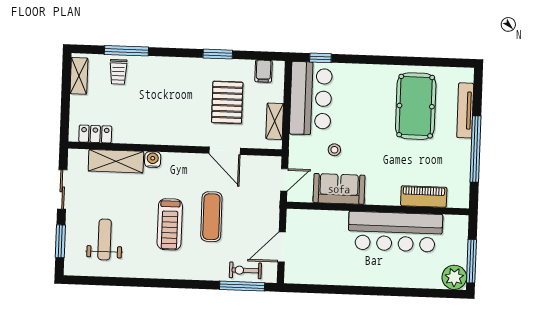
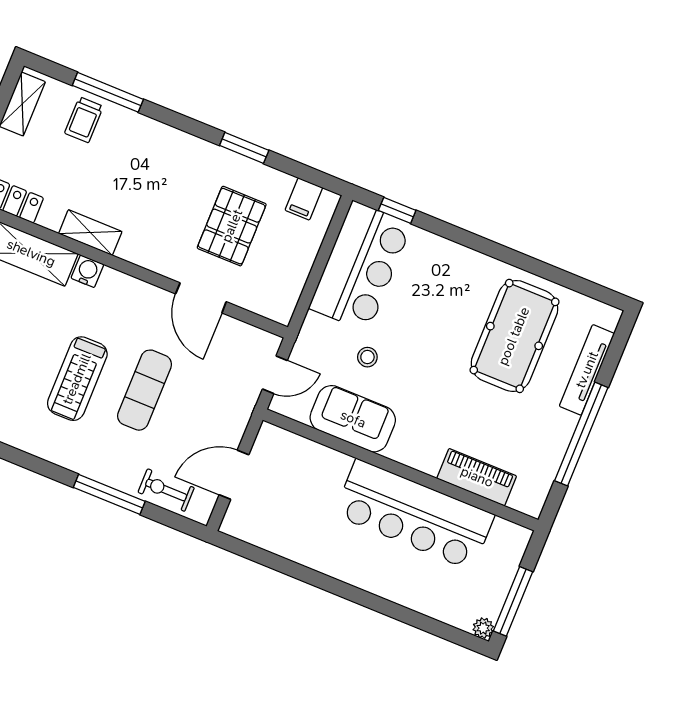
shelving: (275, 121) -> (90, 232), moved, turned 90
plant: (454, 277) -> (483, 628), width x0.53, depth x0.53
window: (242, 286) -> (109, 494), moved

